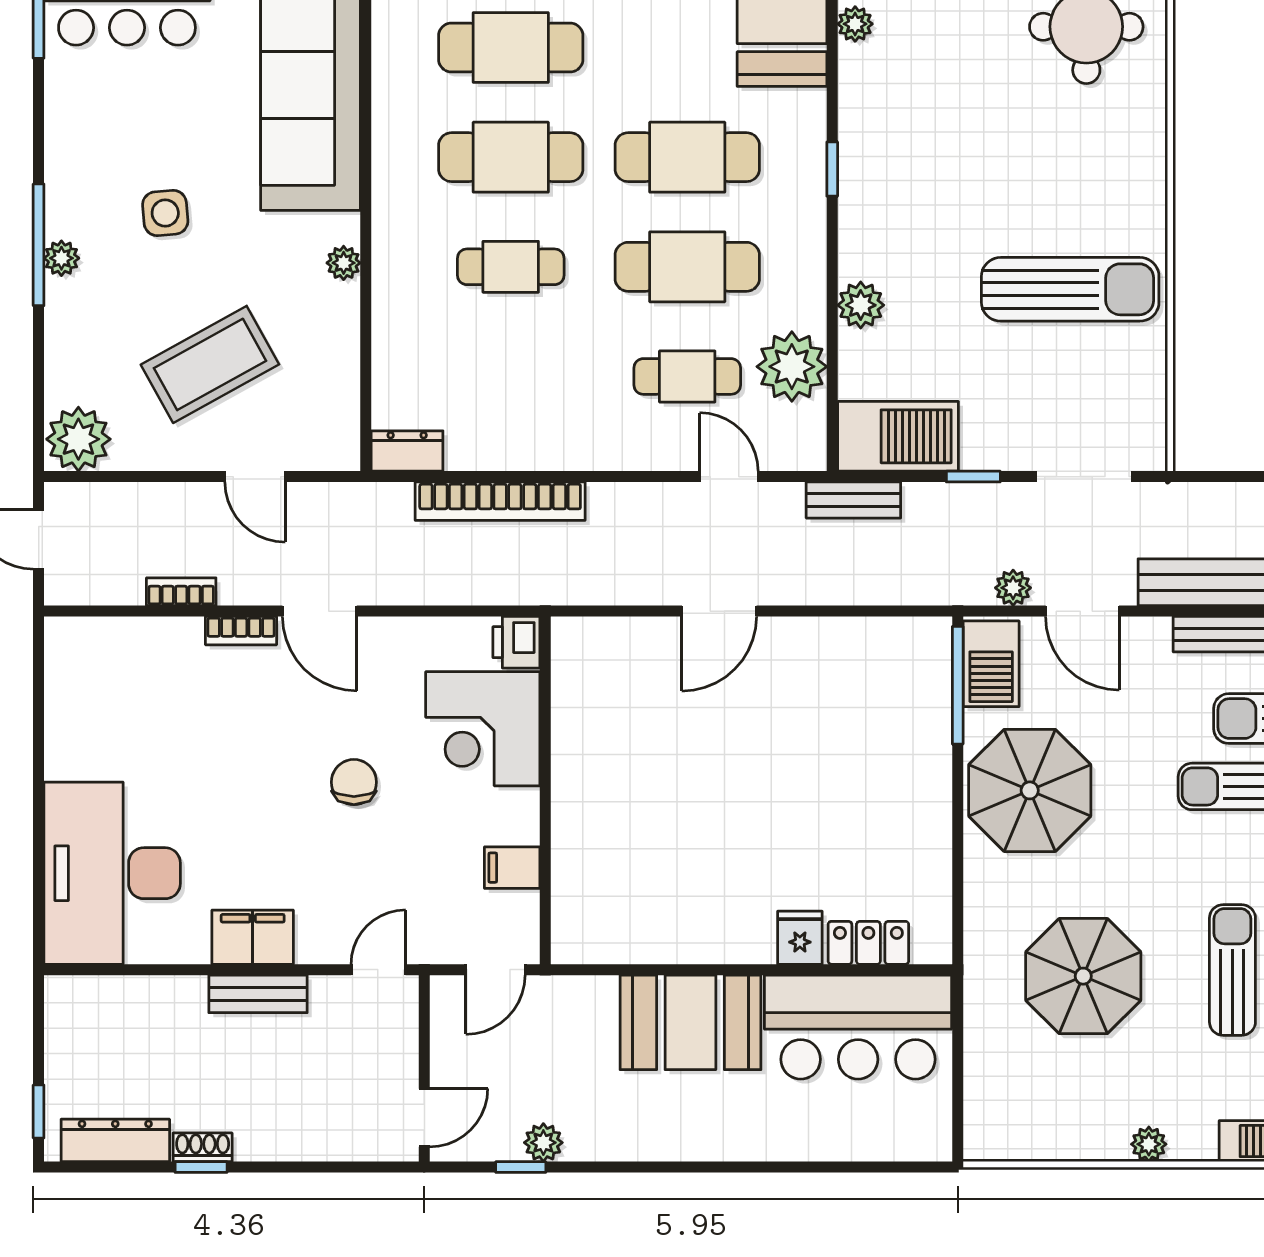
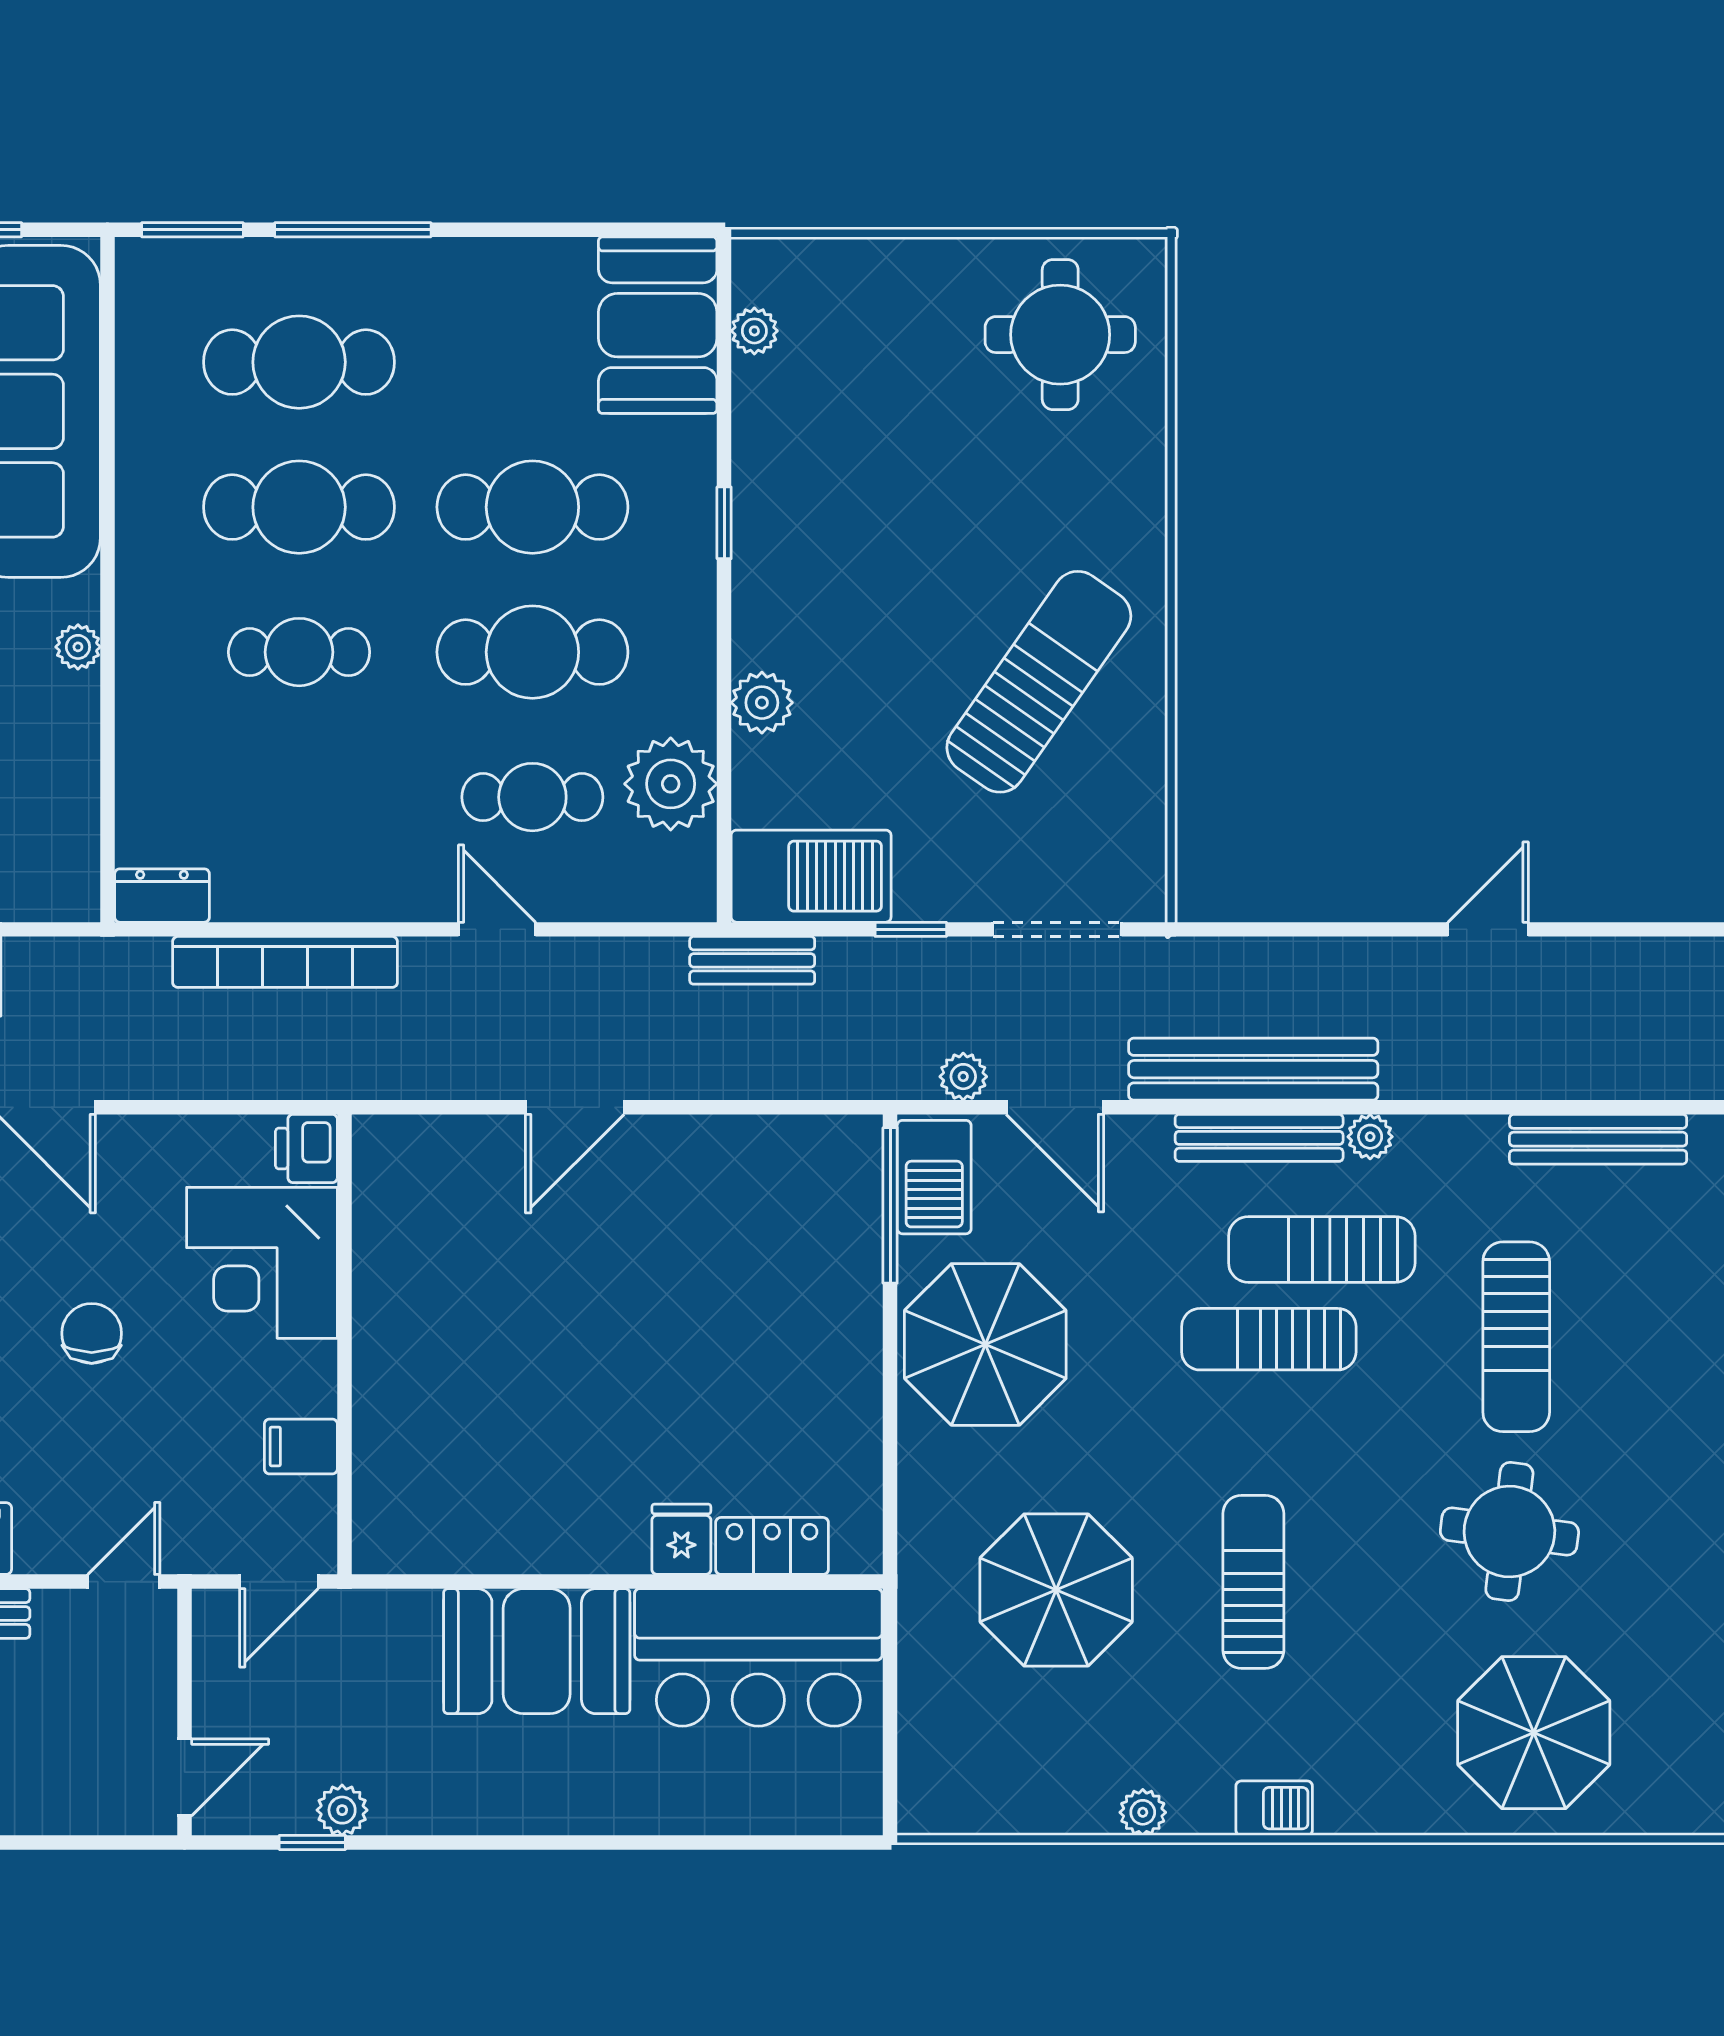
sun lounger: (1070, 289) -> (1039, 682), turned -55
door: (729, 477) -> (497, 929), moved

